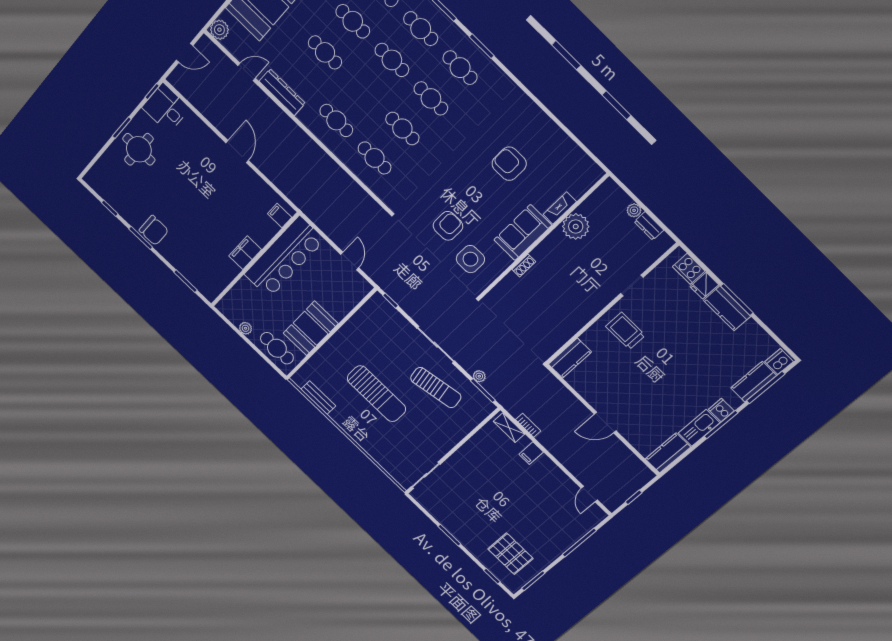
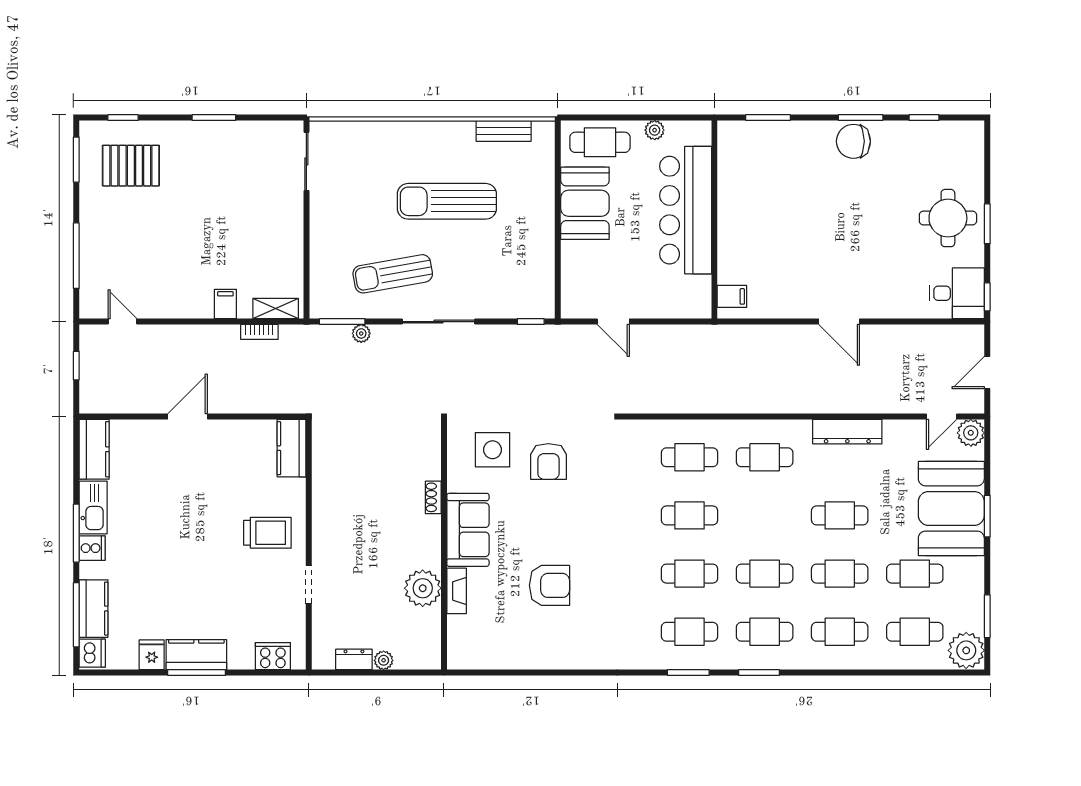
door: (247, 72) -> (942, 416), moved
filing cabinet: (245, 253) -> (732, 217), removed
bar counter: (284, 257) -> (686, 210), moved
fridge: (704, 286) -> (152, 655), moved

